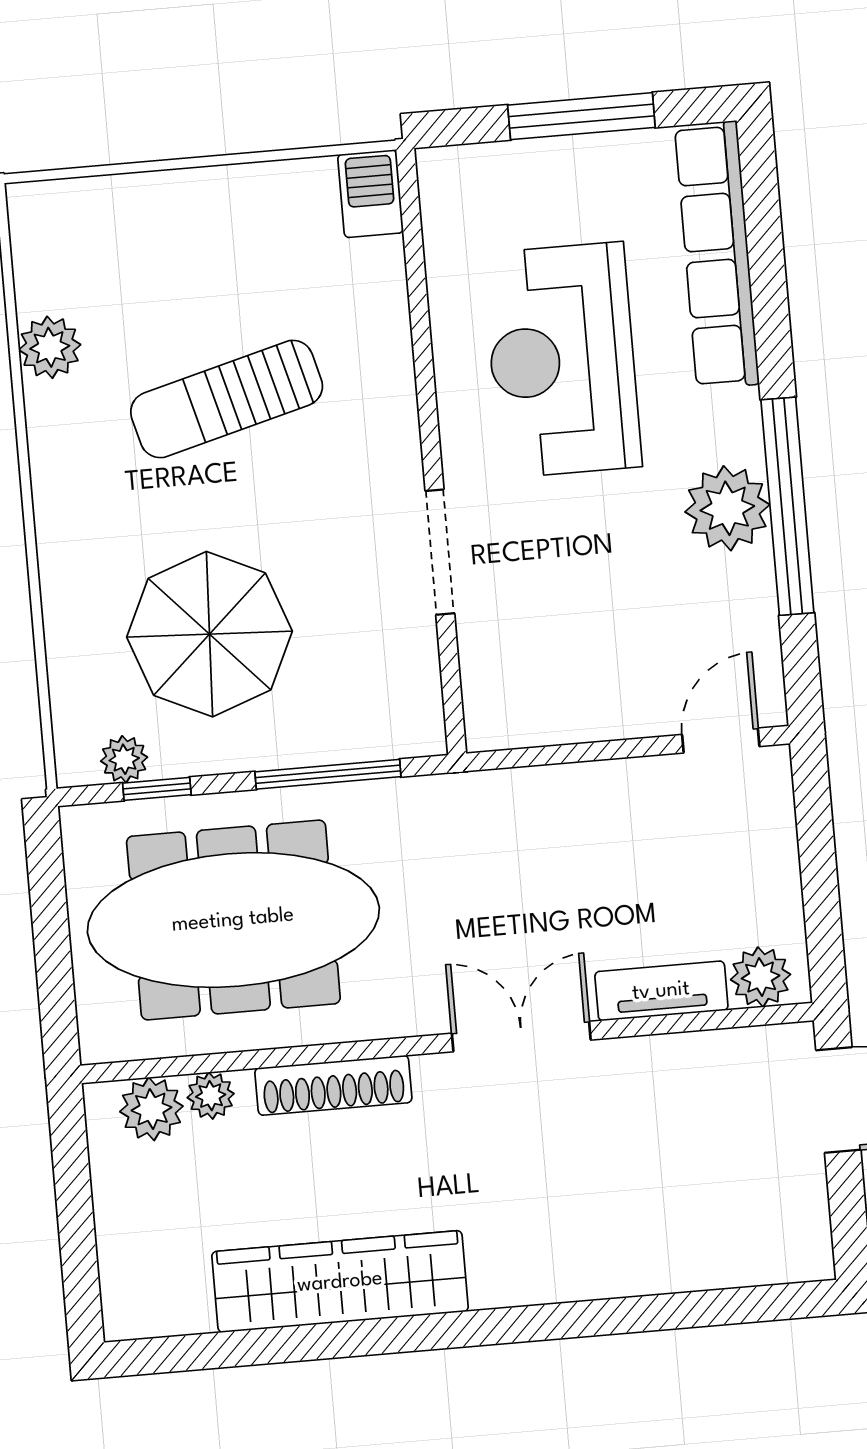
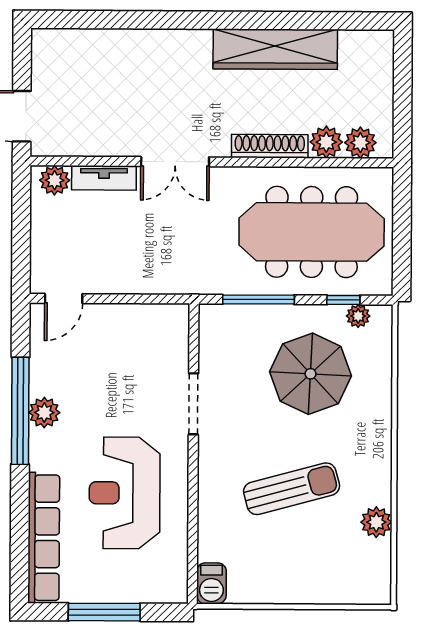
reception desk: (562, 360) -> (125, 493), turned 180
plant: (727, 508) -> (44, 413), width x0.73, depth x0.73
plant: (211, 1096) -> (326, 142), width x1.38, depth x1.38

